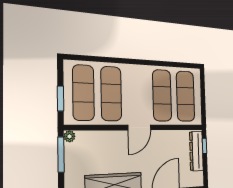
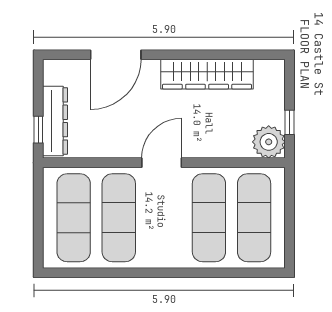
window: (60, 99) -> (289, 207), removed
plant: (69, 136) -> (269, 142), width x1.88, depth x1.88
window: (61, 154) -> (289, 122), width x0.46

